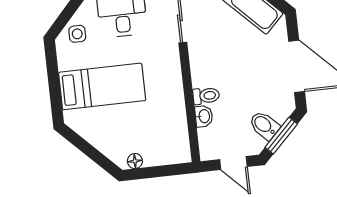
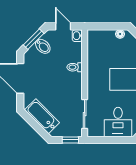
washbasin: (204, 116) -> (77, 36), moved

